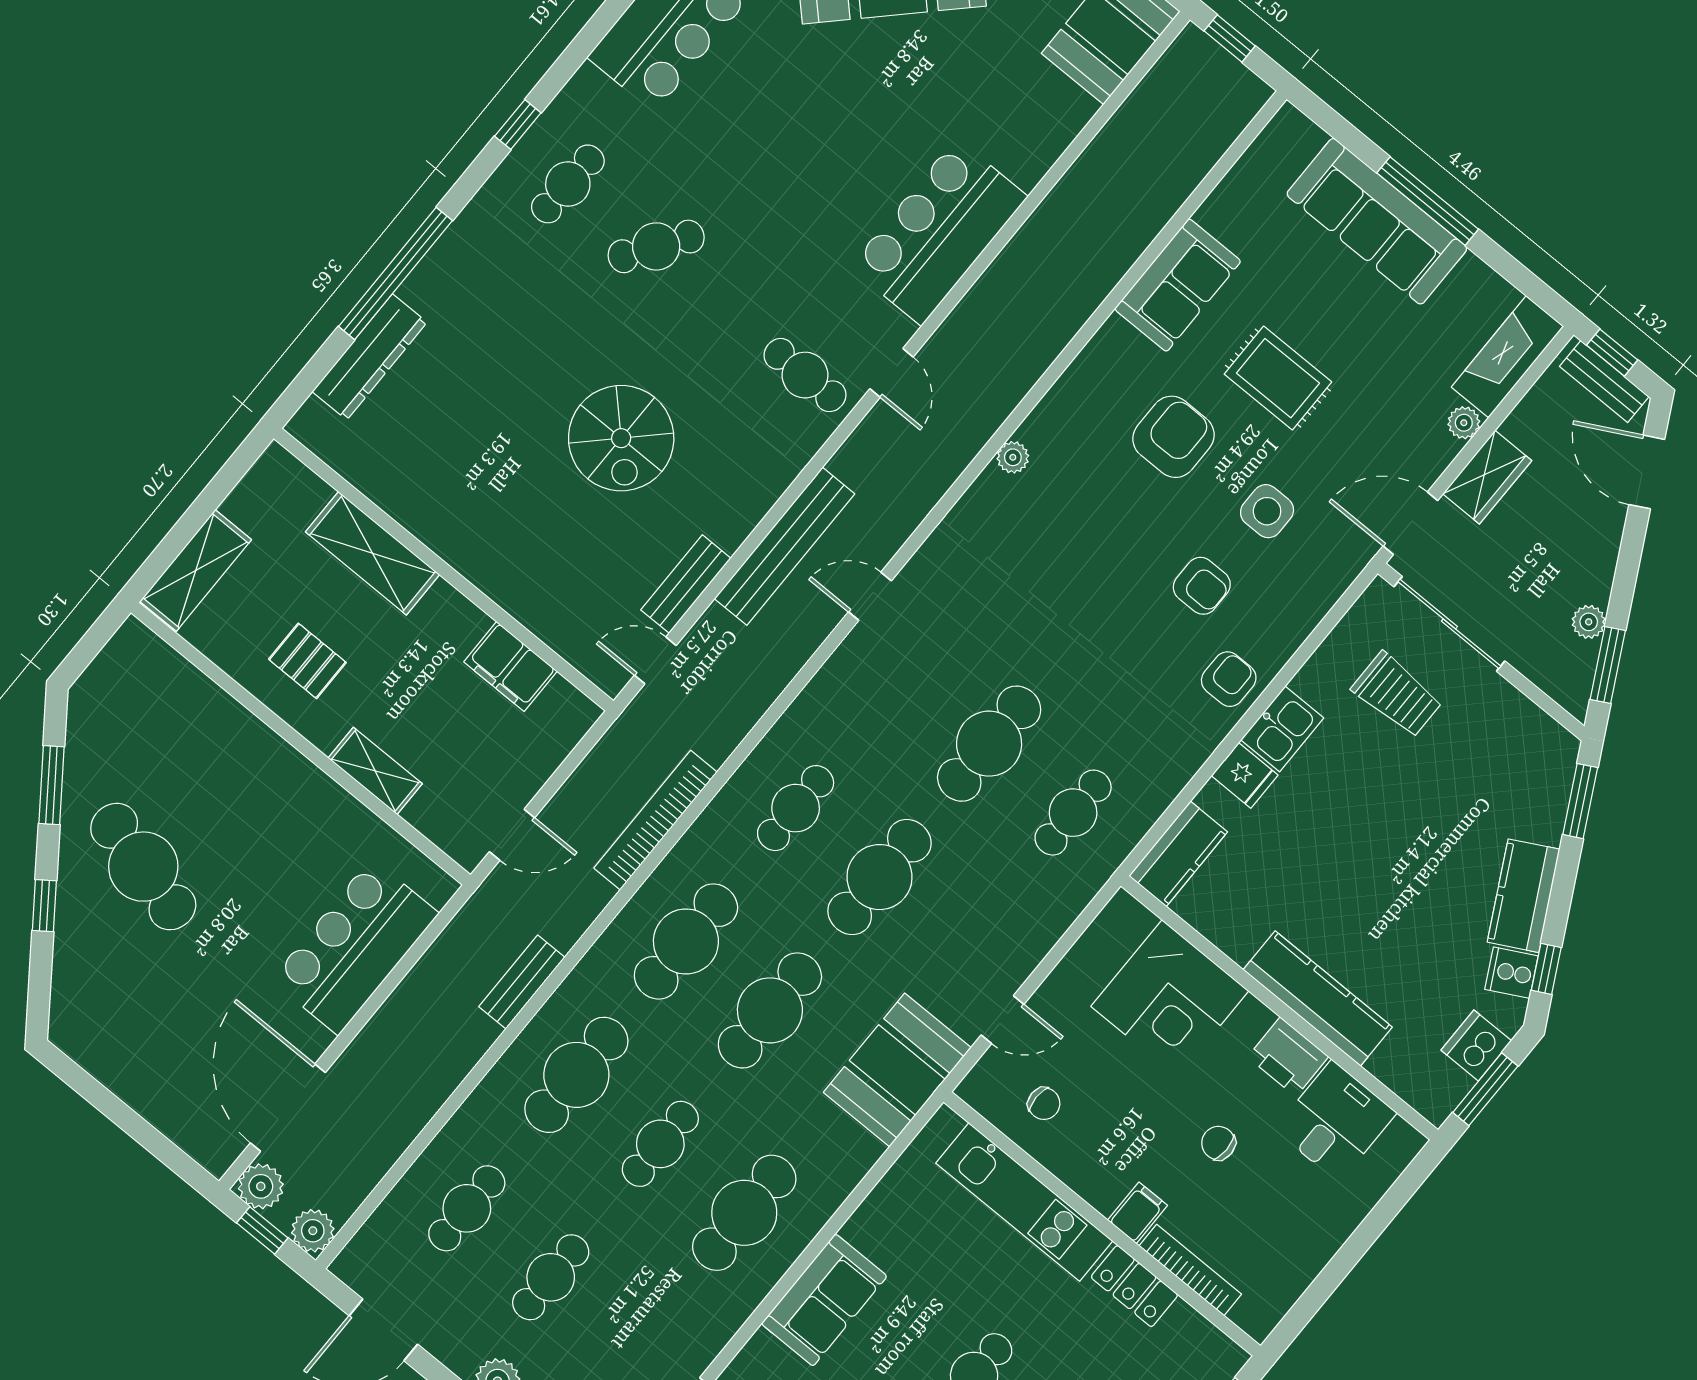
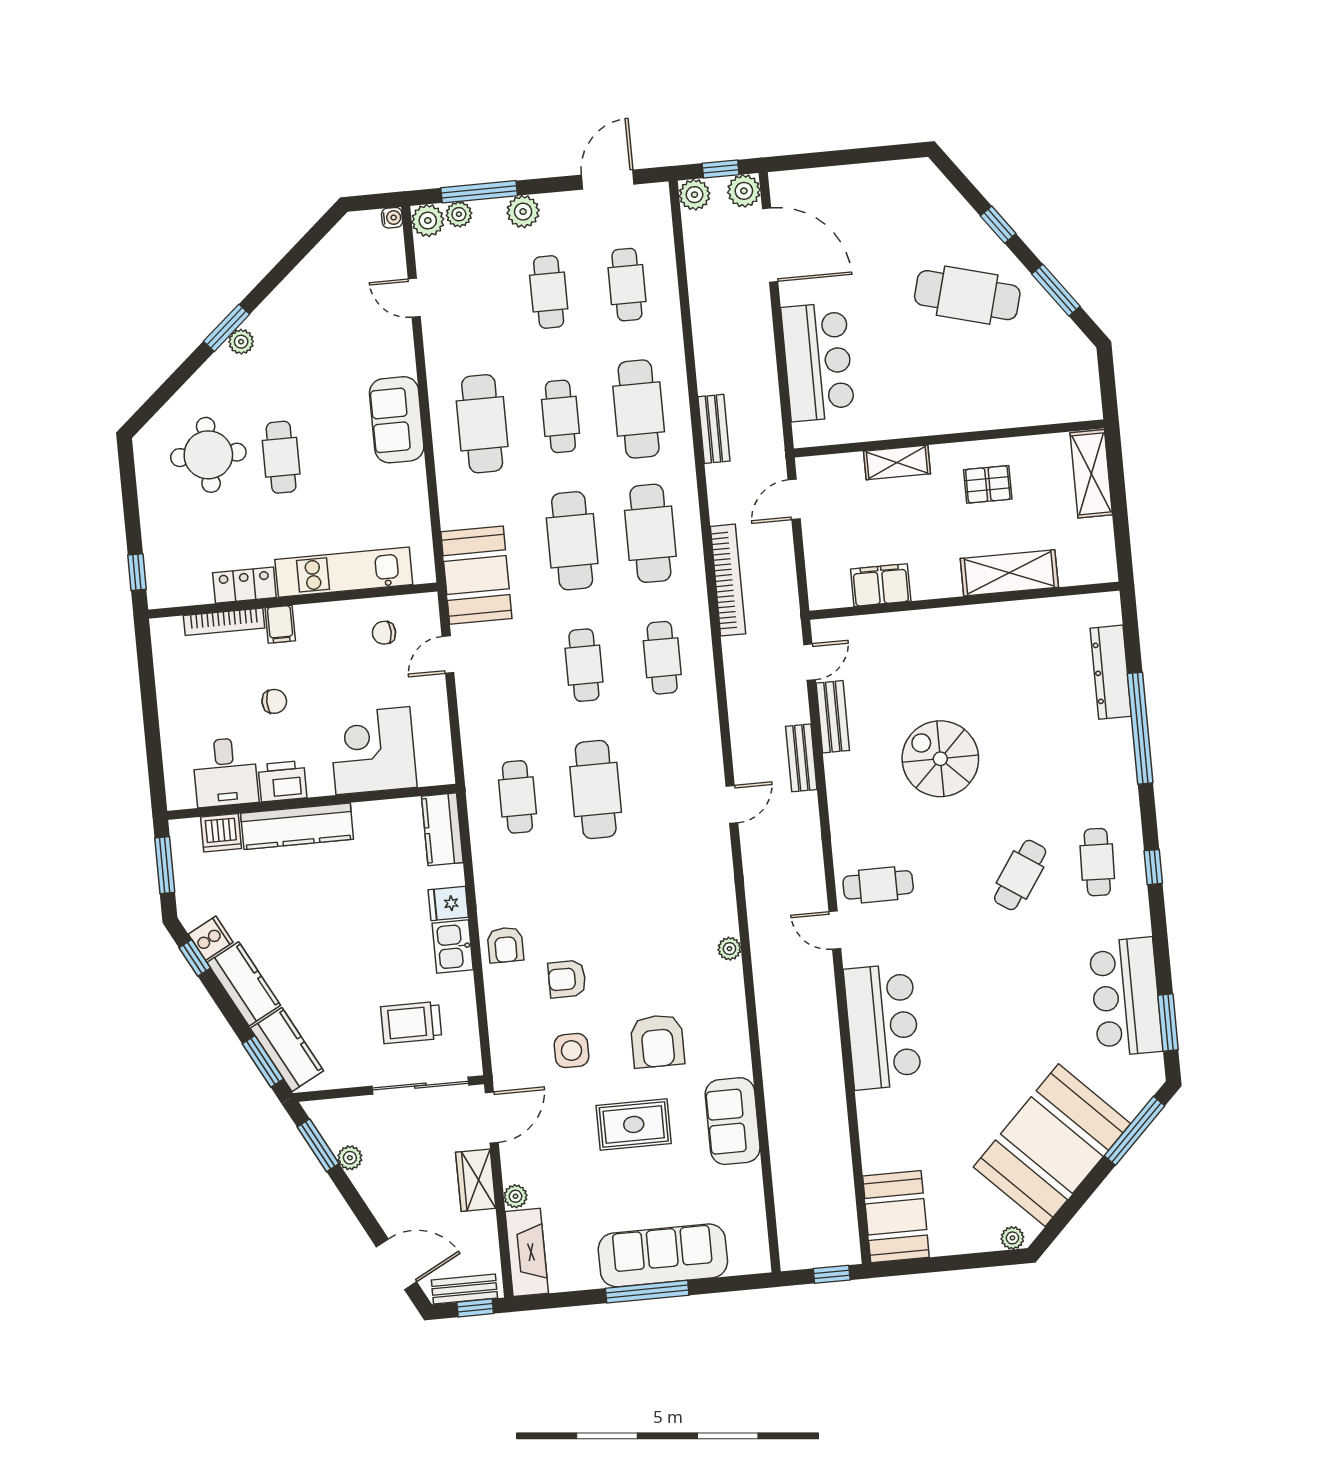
bench: (785, 546) -> (801, 758), width x0.54, depth x0.82
kitchen counter: (1545, 789) -> (287, 1050), added
cafe table: (879, 877) -> (584, 665), width x0.73, depth x0.74
dishwasher: (1476, 1045) -> (221, 833), moved, turned 90

